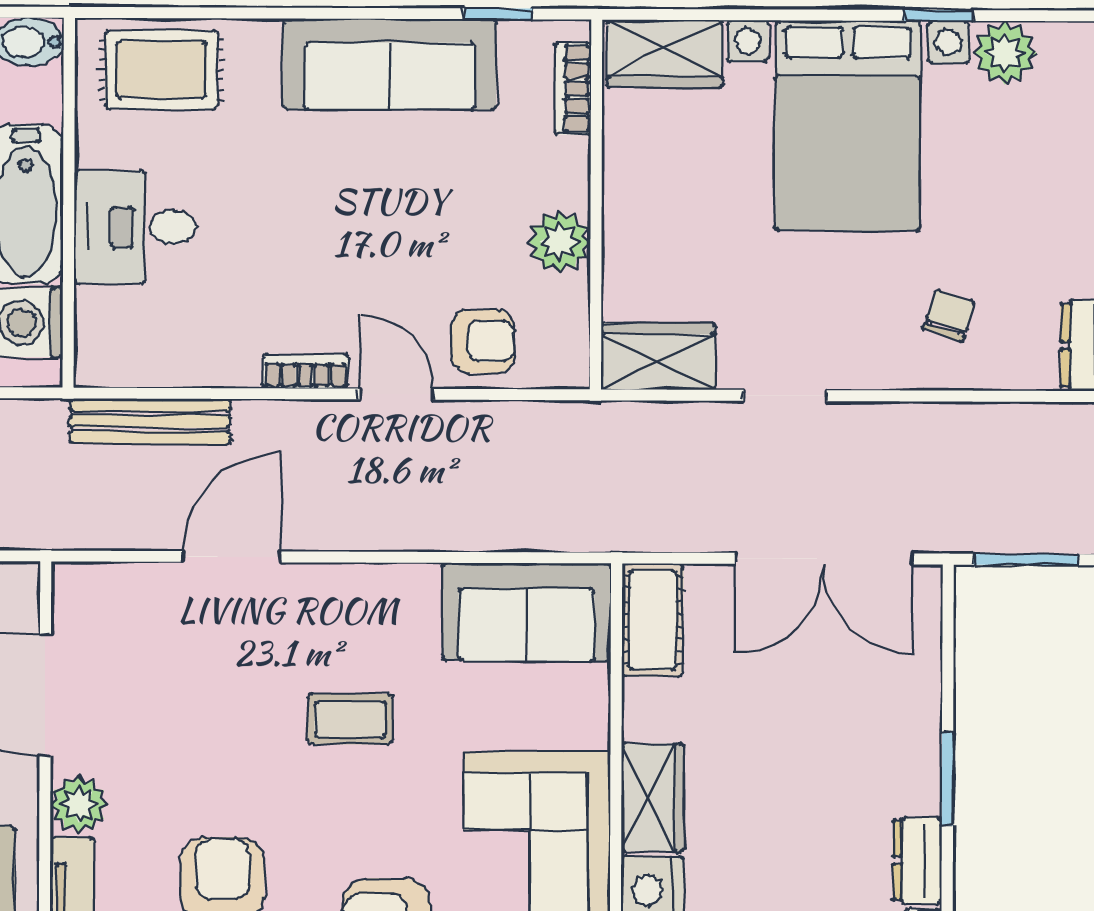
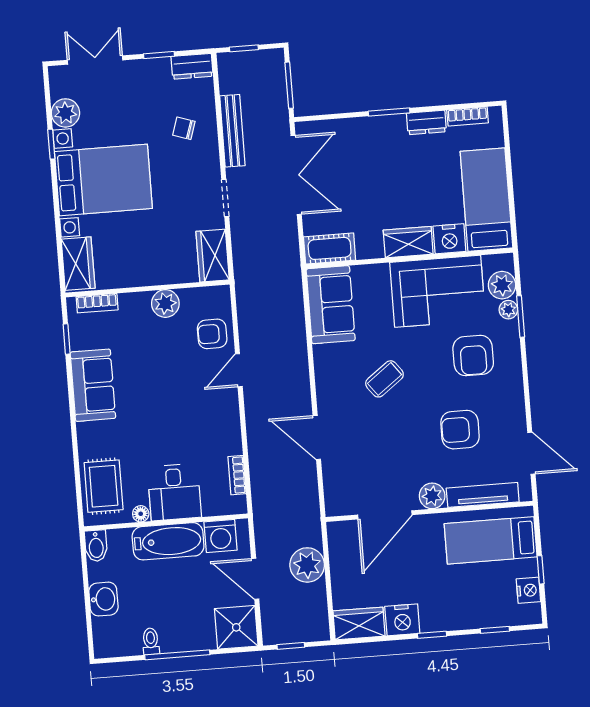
sofa: (390, 64) -> (93, 385), width x0.73
floor lamp: (93, 148) -> (141, 514), added
armchair: (483, 341) -> (212, 334), turned -90
bookcase: (305, 371) -> (237, 475), moved
bench: (150, 421) -> (232, 131), moved
coffee table: (350, 719) -> (384, 379), turned 53

